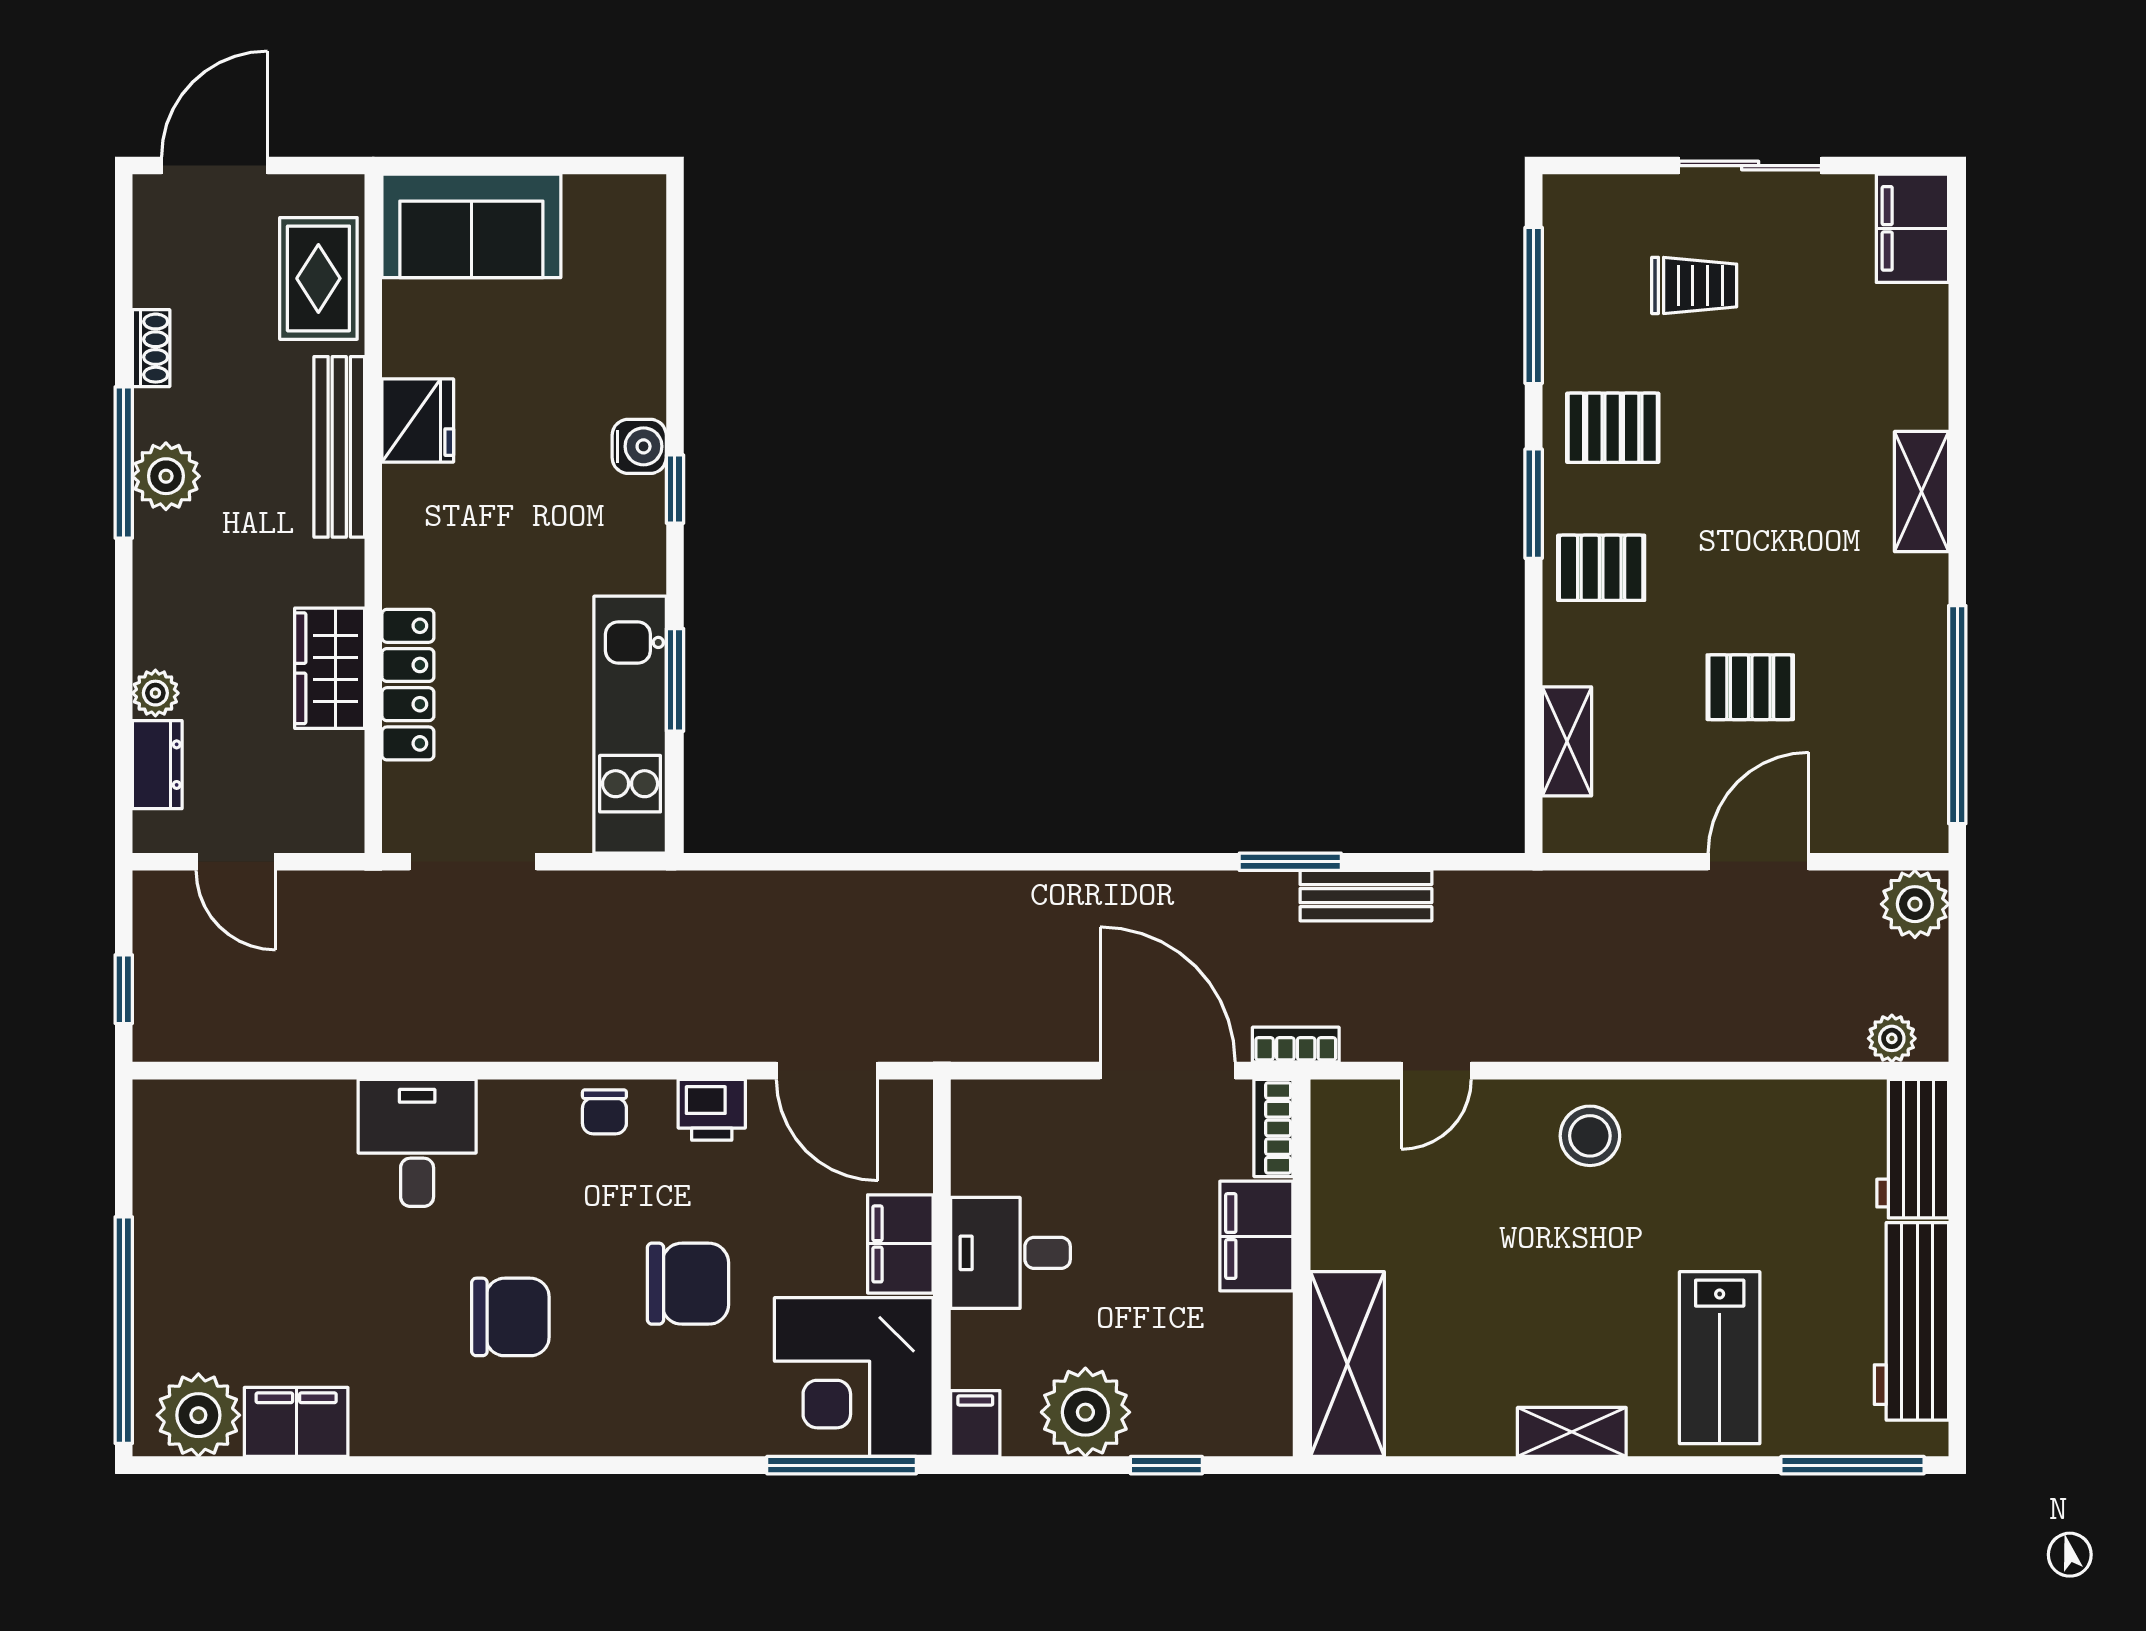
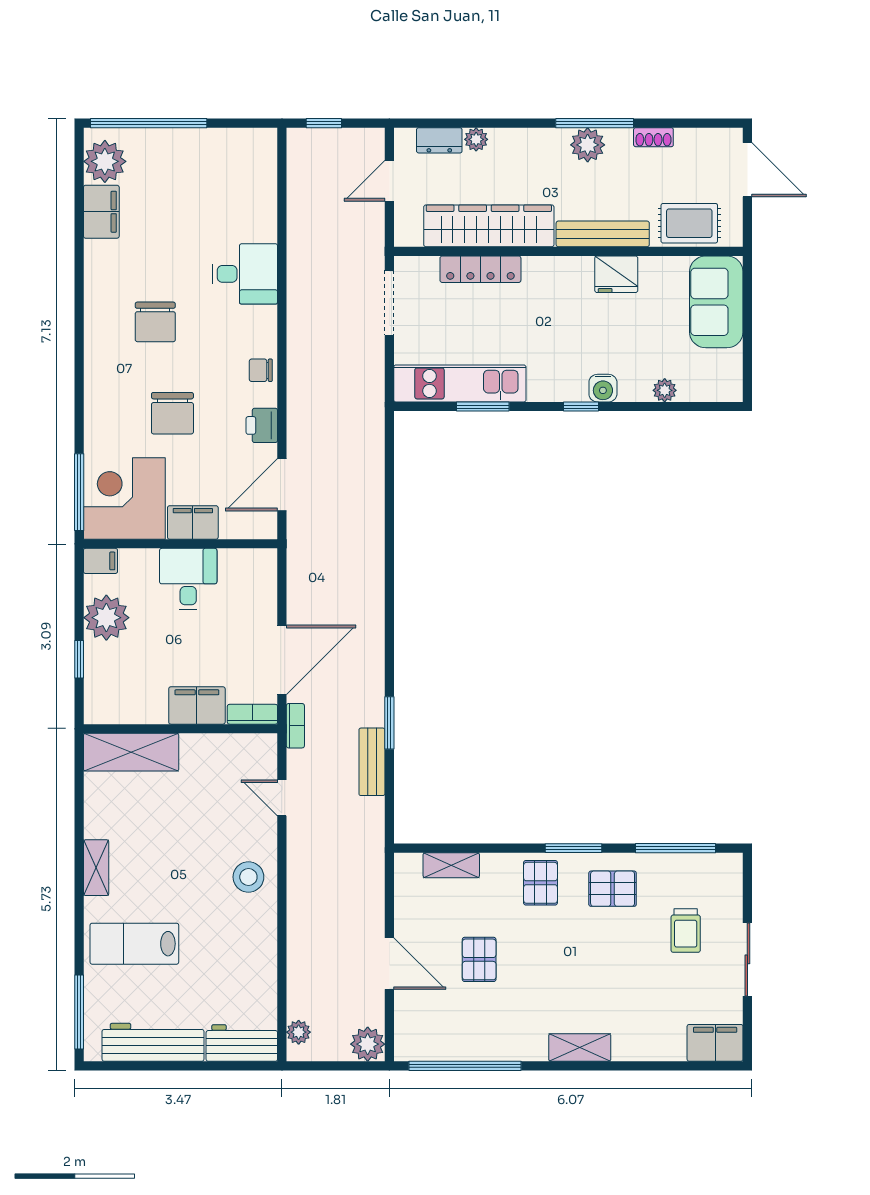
plant: (643, 326) -> (665, 390), added
pallet: (1613, 428) -> (613, 889), turned 90
wardrobe: (330, 668) -> (489, 226), width x2.10, depth x1.17

